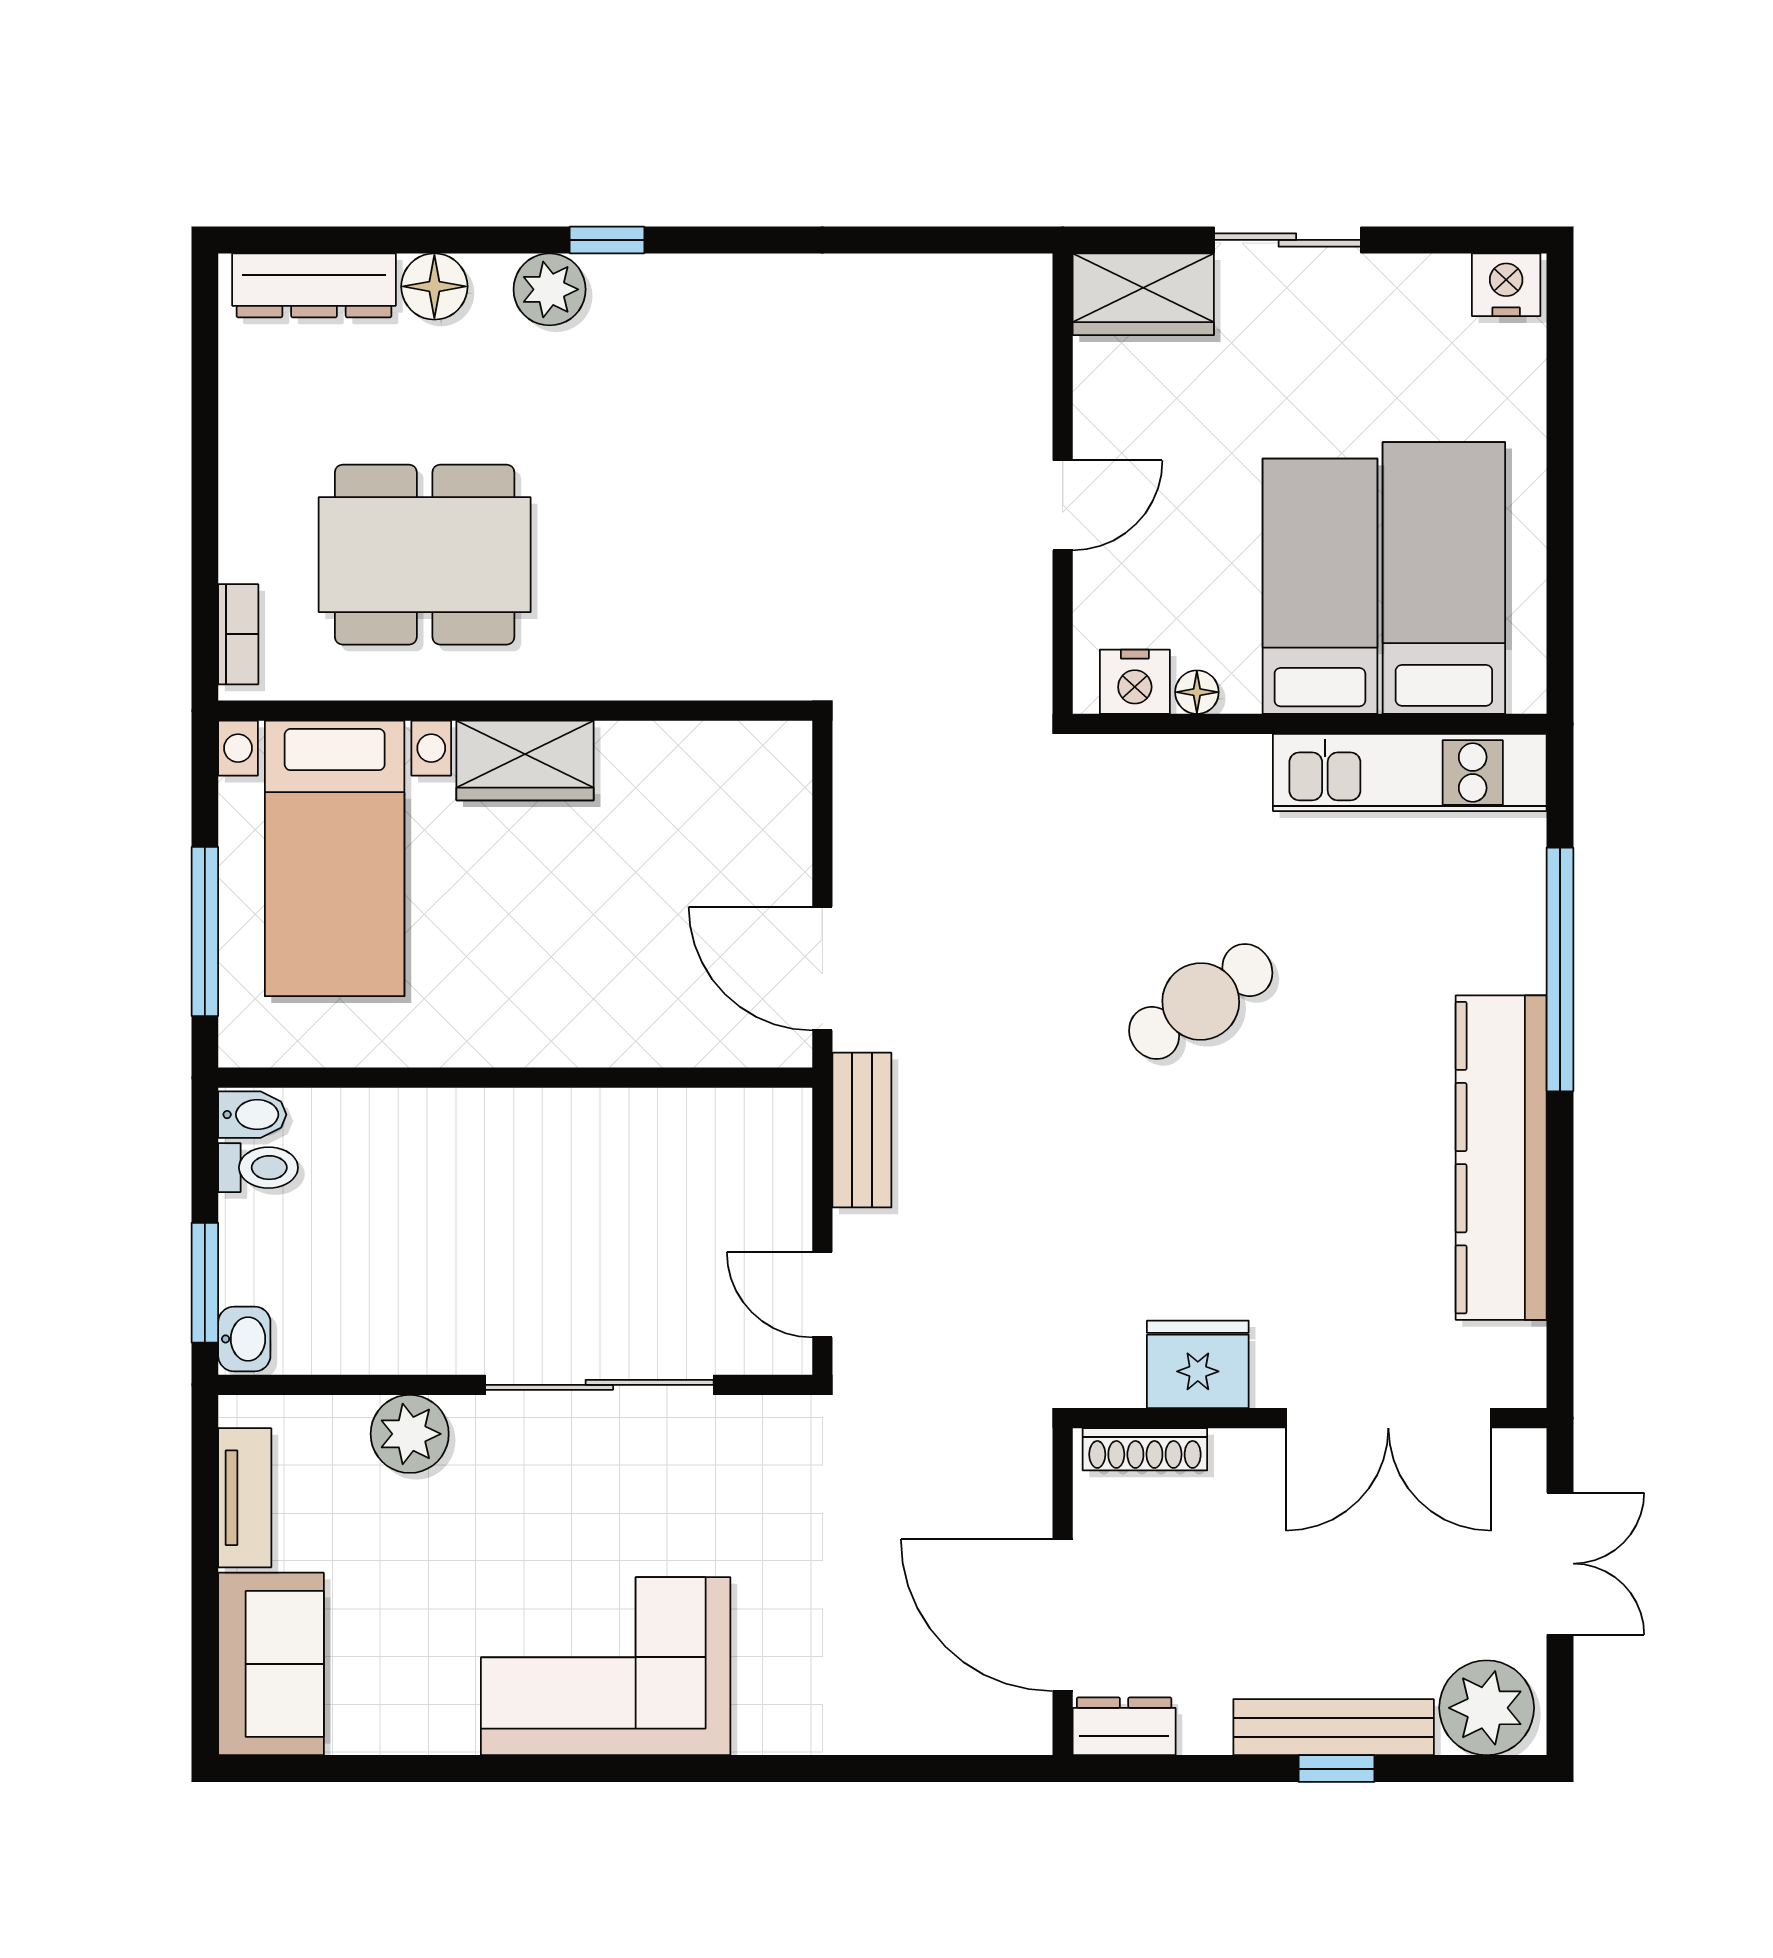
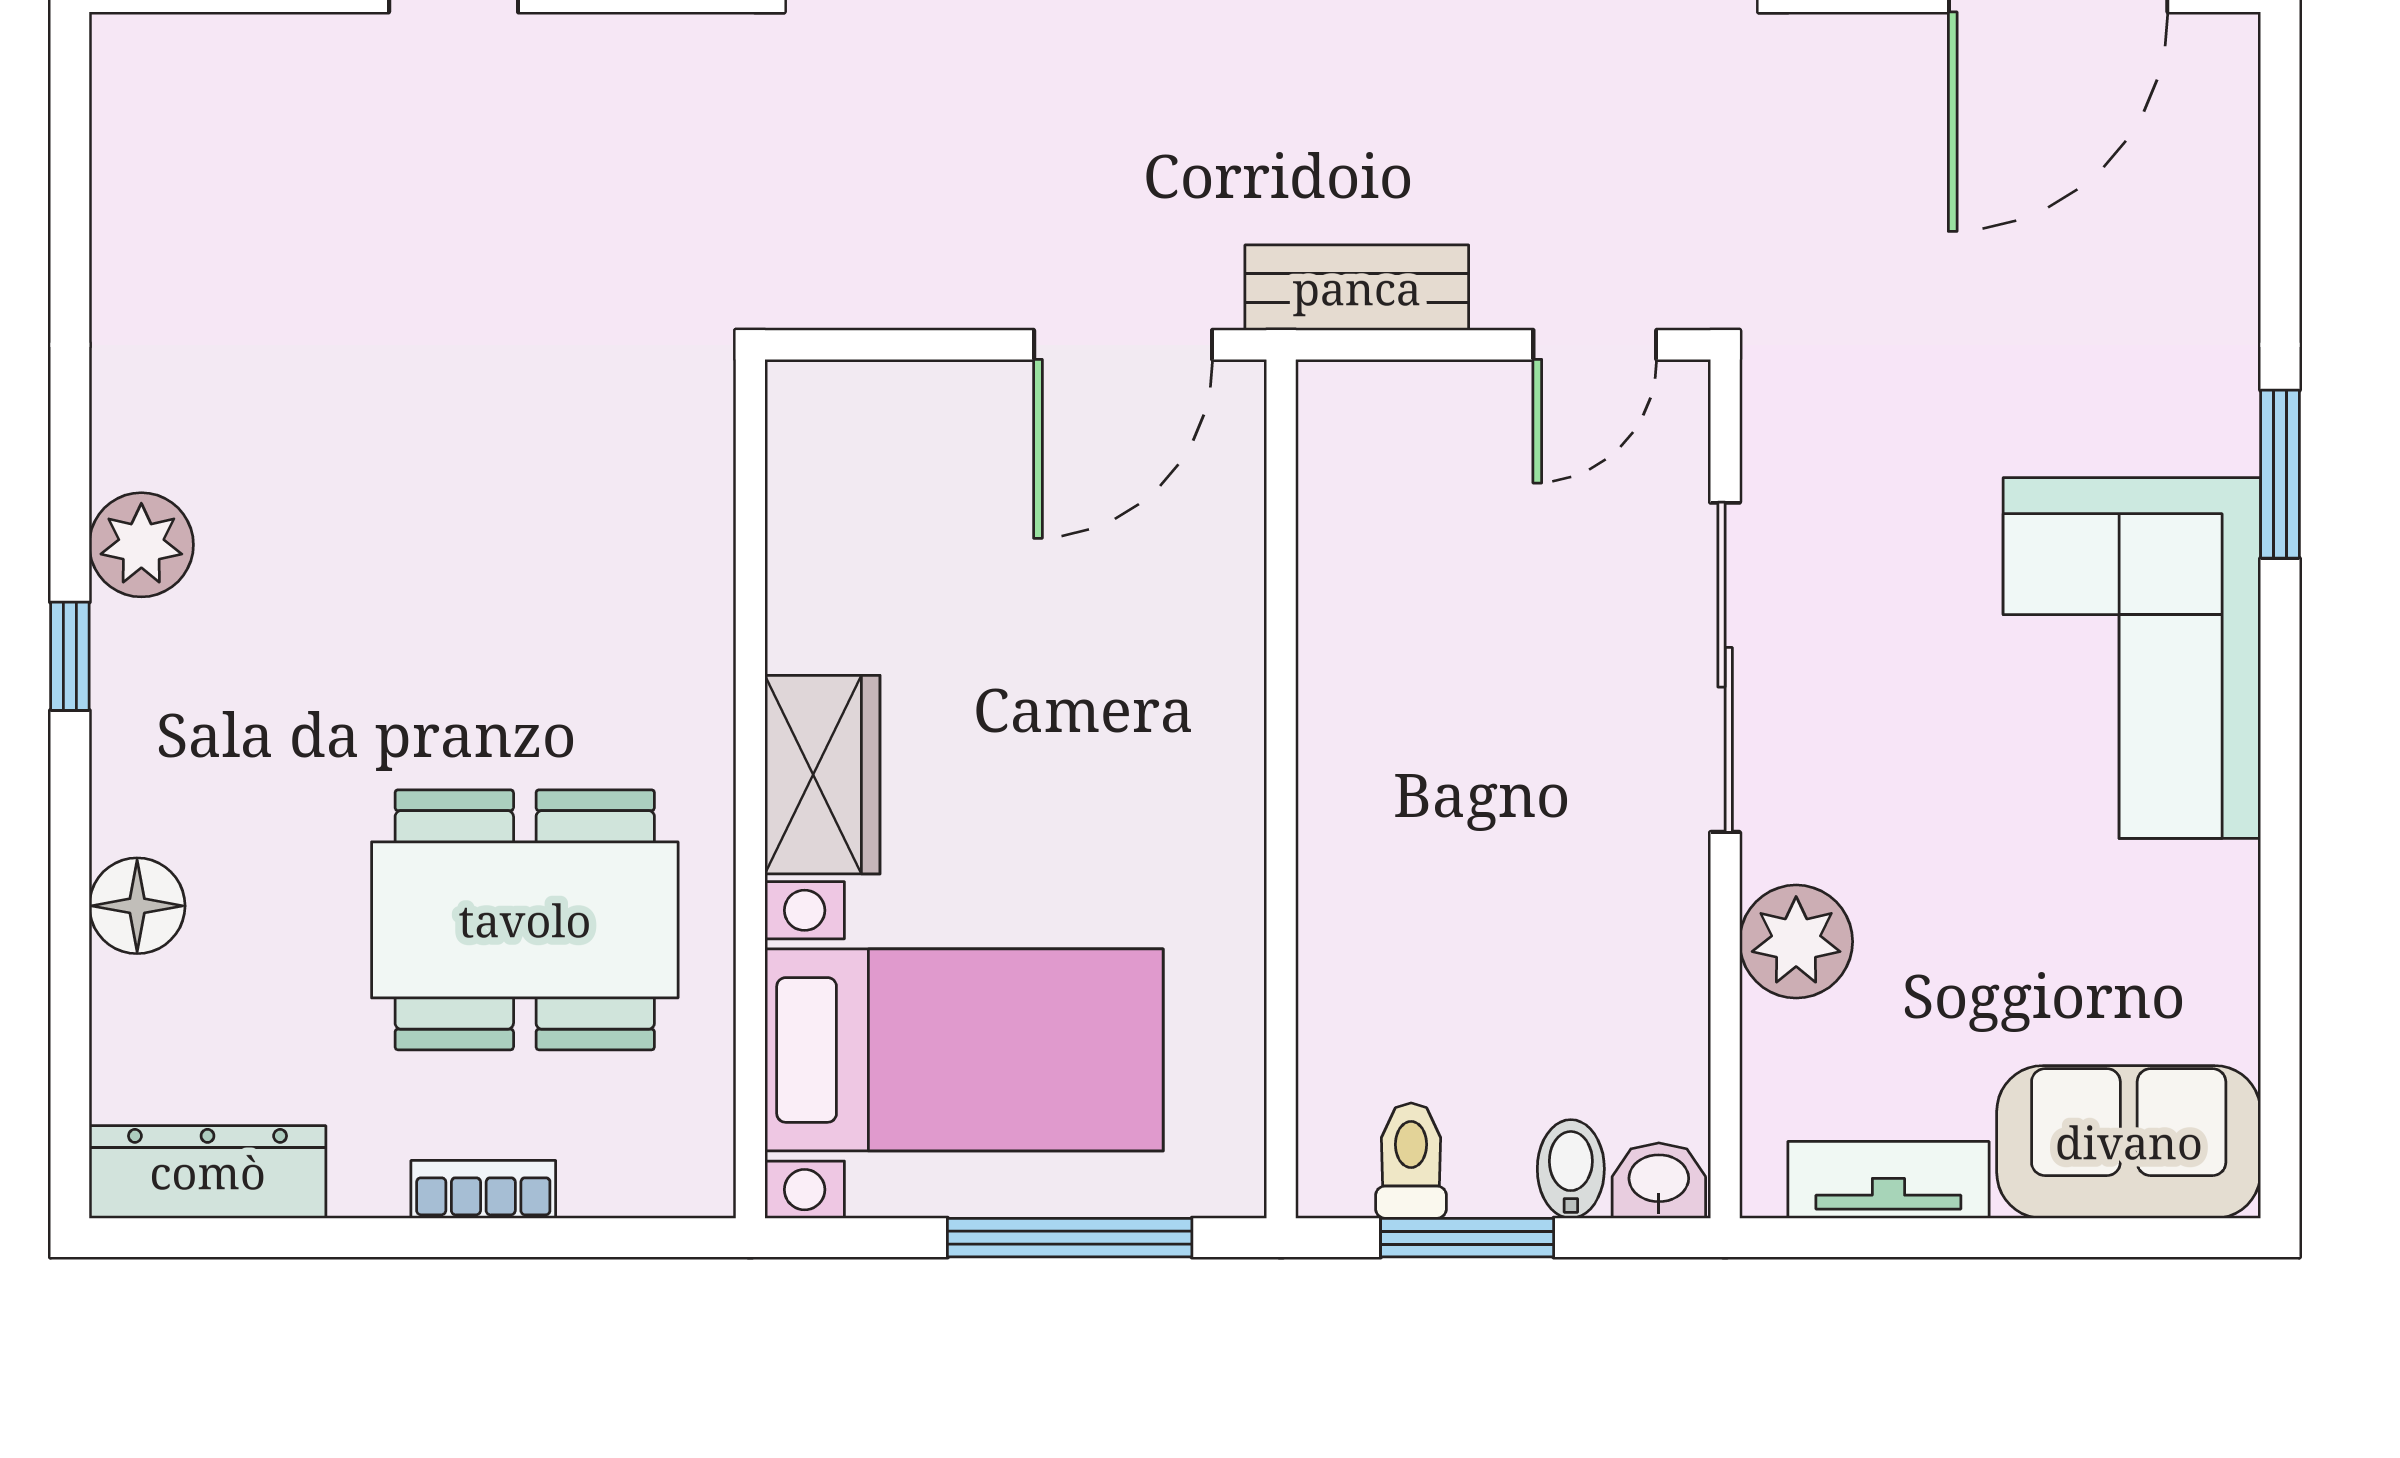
dresser: (314, 285) -> (208, 1172), moved, turned -90
plant: (550, 289) -> (141, 545), moved
dining table: (425, 555) -> (525, 920), turned 90
bookcase: (238, 634) -> (483, 1189), moved
bidet: (252, 1115) -> (1571, 1169), moved
window: (205, 1283) -> (1467, 1238), moved
window: (733, 1769) -> (2280, 474), added

